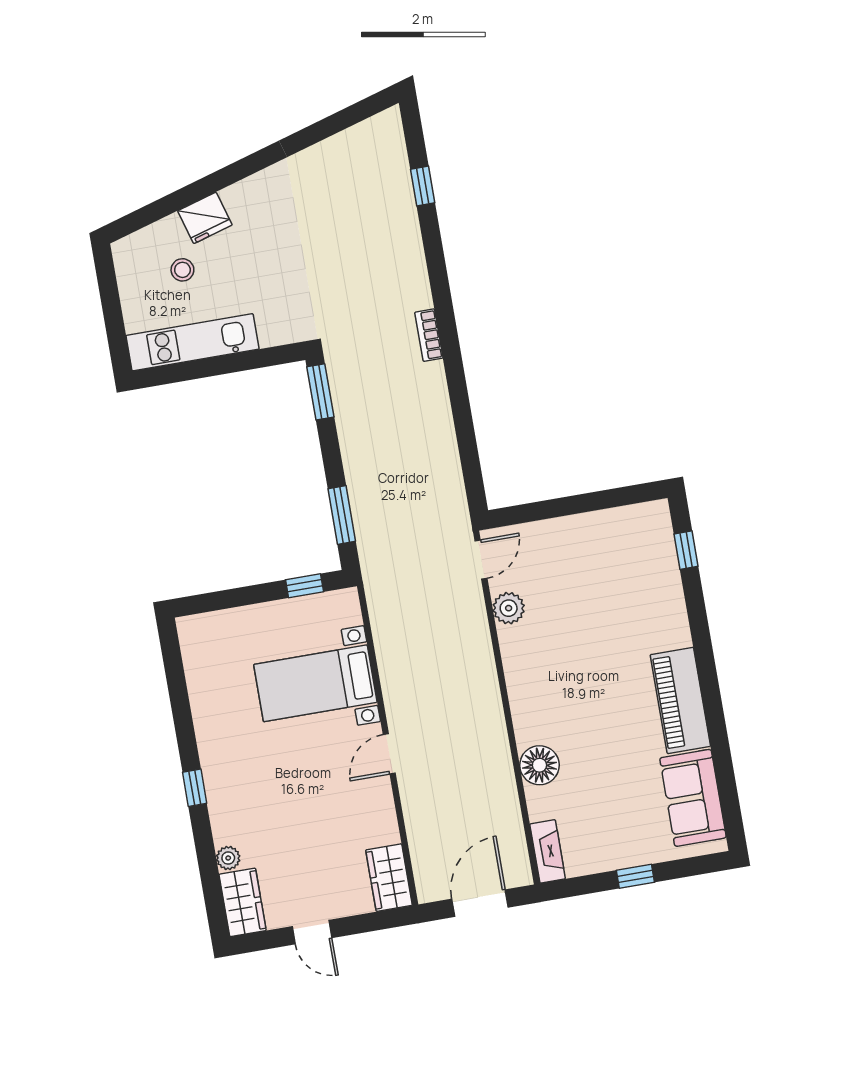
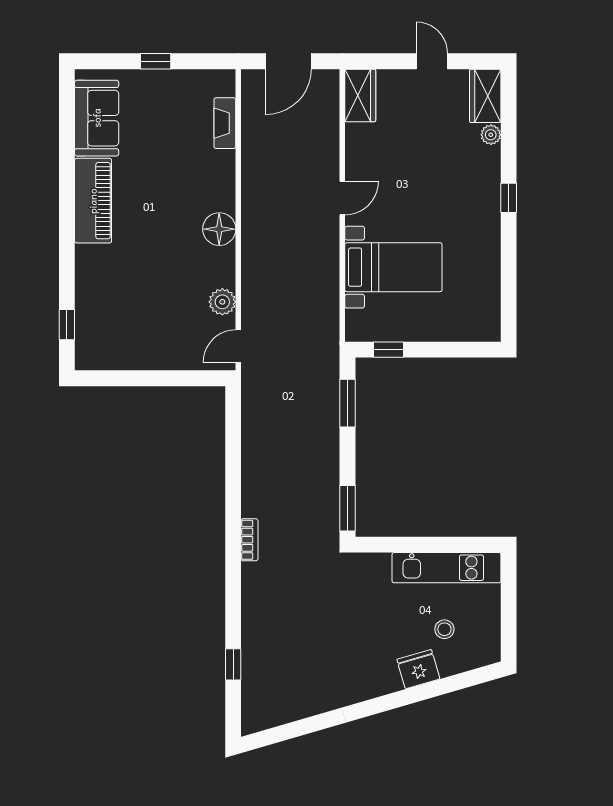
floor lamp: (539, 765) -> (219, 229), moved
fireplace: (548, 851) -> (225, 123), moved

